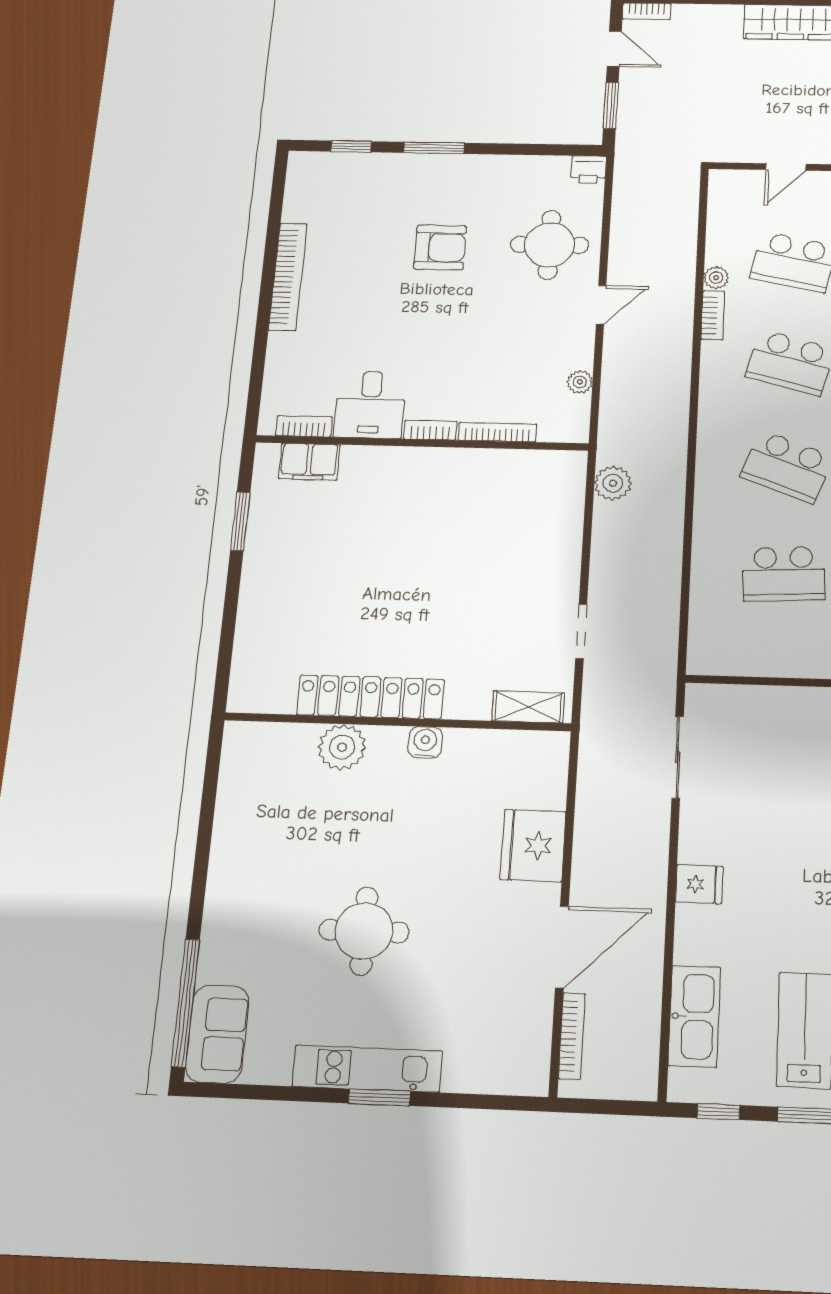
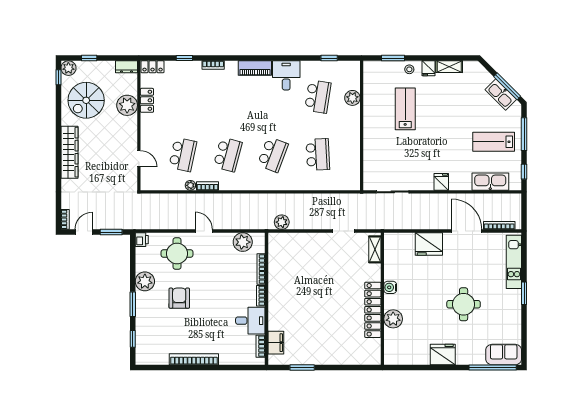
plant: (487, 174) -> (145, 281), added
plant: (580, 382) -> (243, 242), width x1.88, depth x1.88
fridge: (235, 871) -> (443, 354), added
kitchen unit: (367, 1069) -> (514, 262), moved

